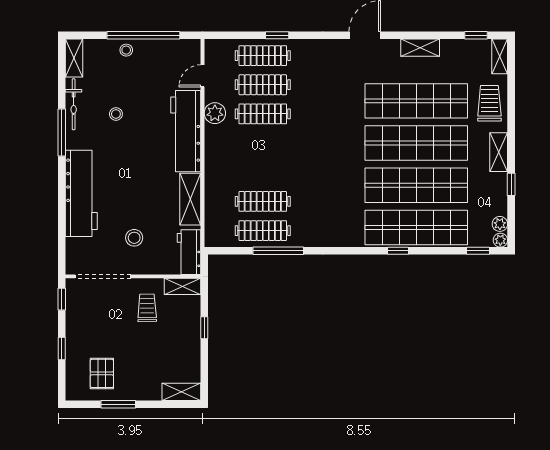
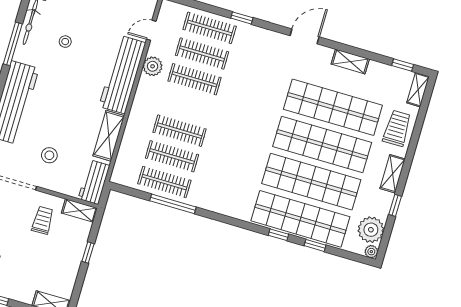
window: (277, 35) -> (242, 18), moved
clothes rail: (263, 172) -> (179, 131), added
plant: (500, 224) -> (371, 230), width x1.87, depth x1.87
window: (478, 251) -> (315, 245), moved

